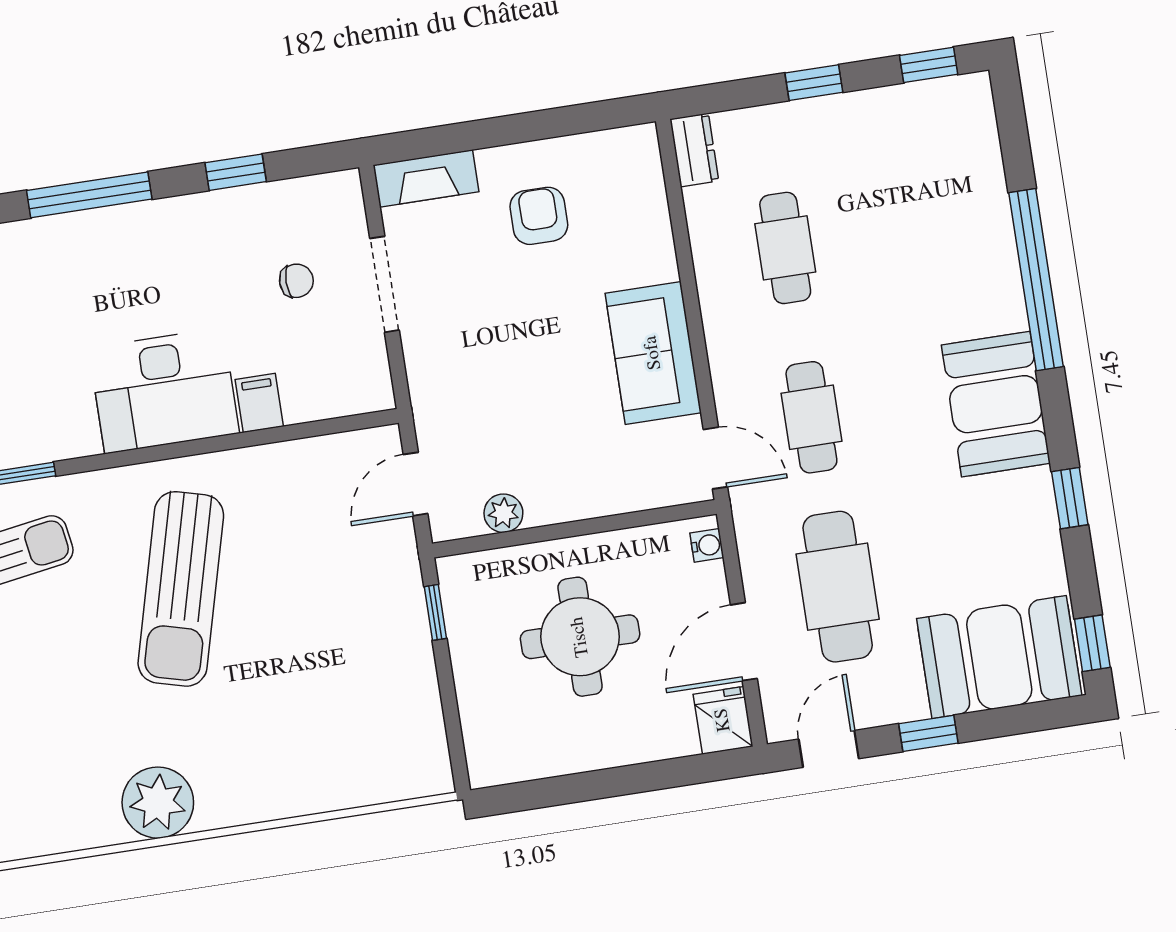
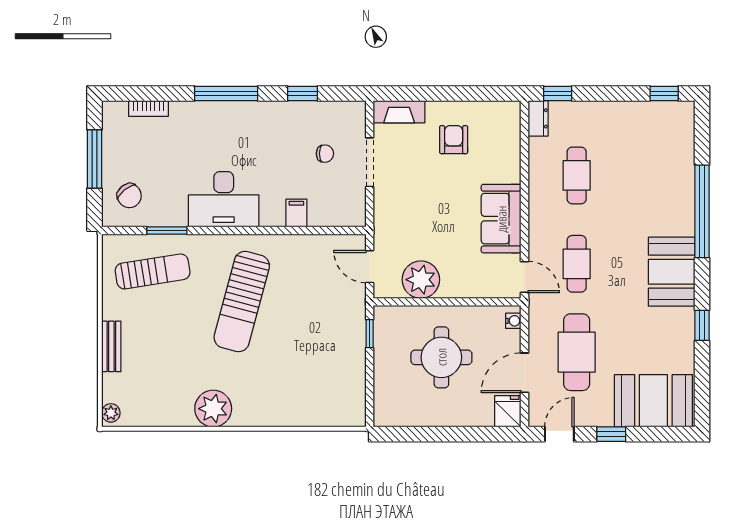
window: (814, 83) -> (558, 93), moved
desk: (164, 391) -> (224, 199), moved
door: (416, 484) -> (370, 267), hinge flipped
plant: (503, 513) -> (421, 280), width x1.87, depth x1.87
window: (1092, 643) -> (702, 401), removed

